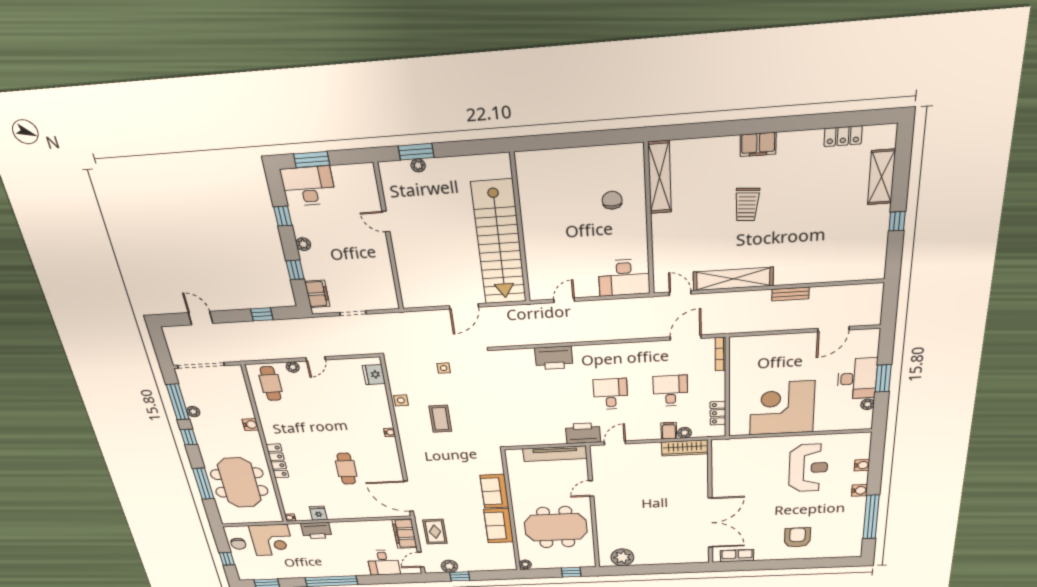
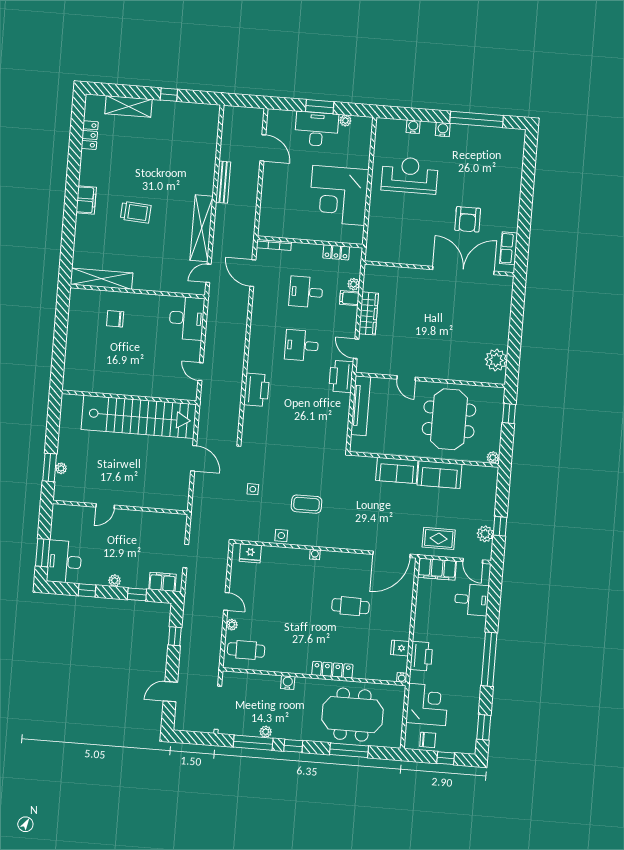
bench: (790, 294) -> (223, 182), width x1.36
wardrobe: (685, 448) -> (369, 313), moved
armchair: (797, 537) -> (468, 219), moved, turned -90

